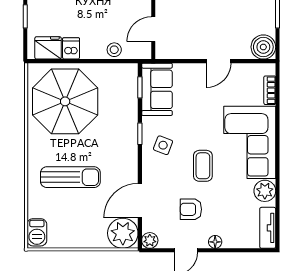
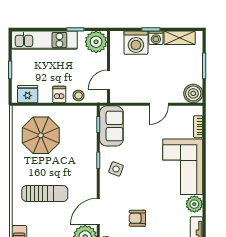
dishwasher: (71, 48) -> (59, 95), moved
parasol: (65, 101) -> (41, 135), width x0.73, depth x0.73
coffee table: (203, 166) -> (147, 185), removed

